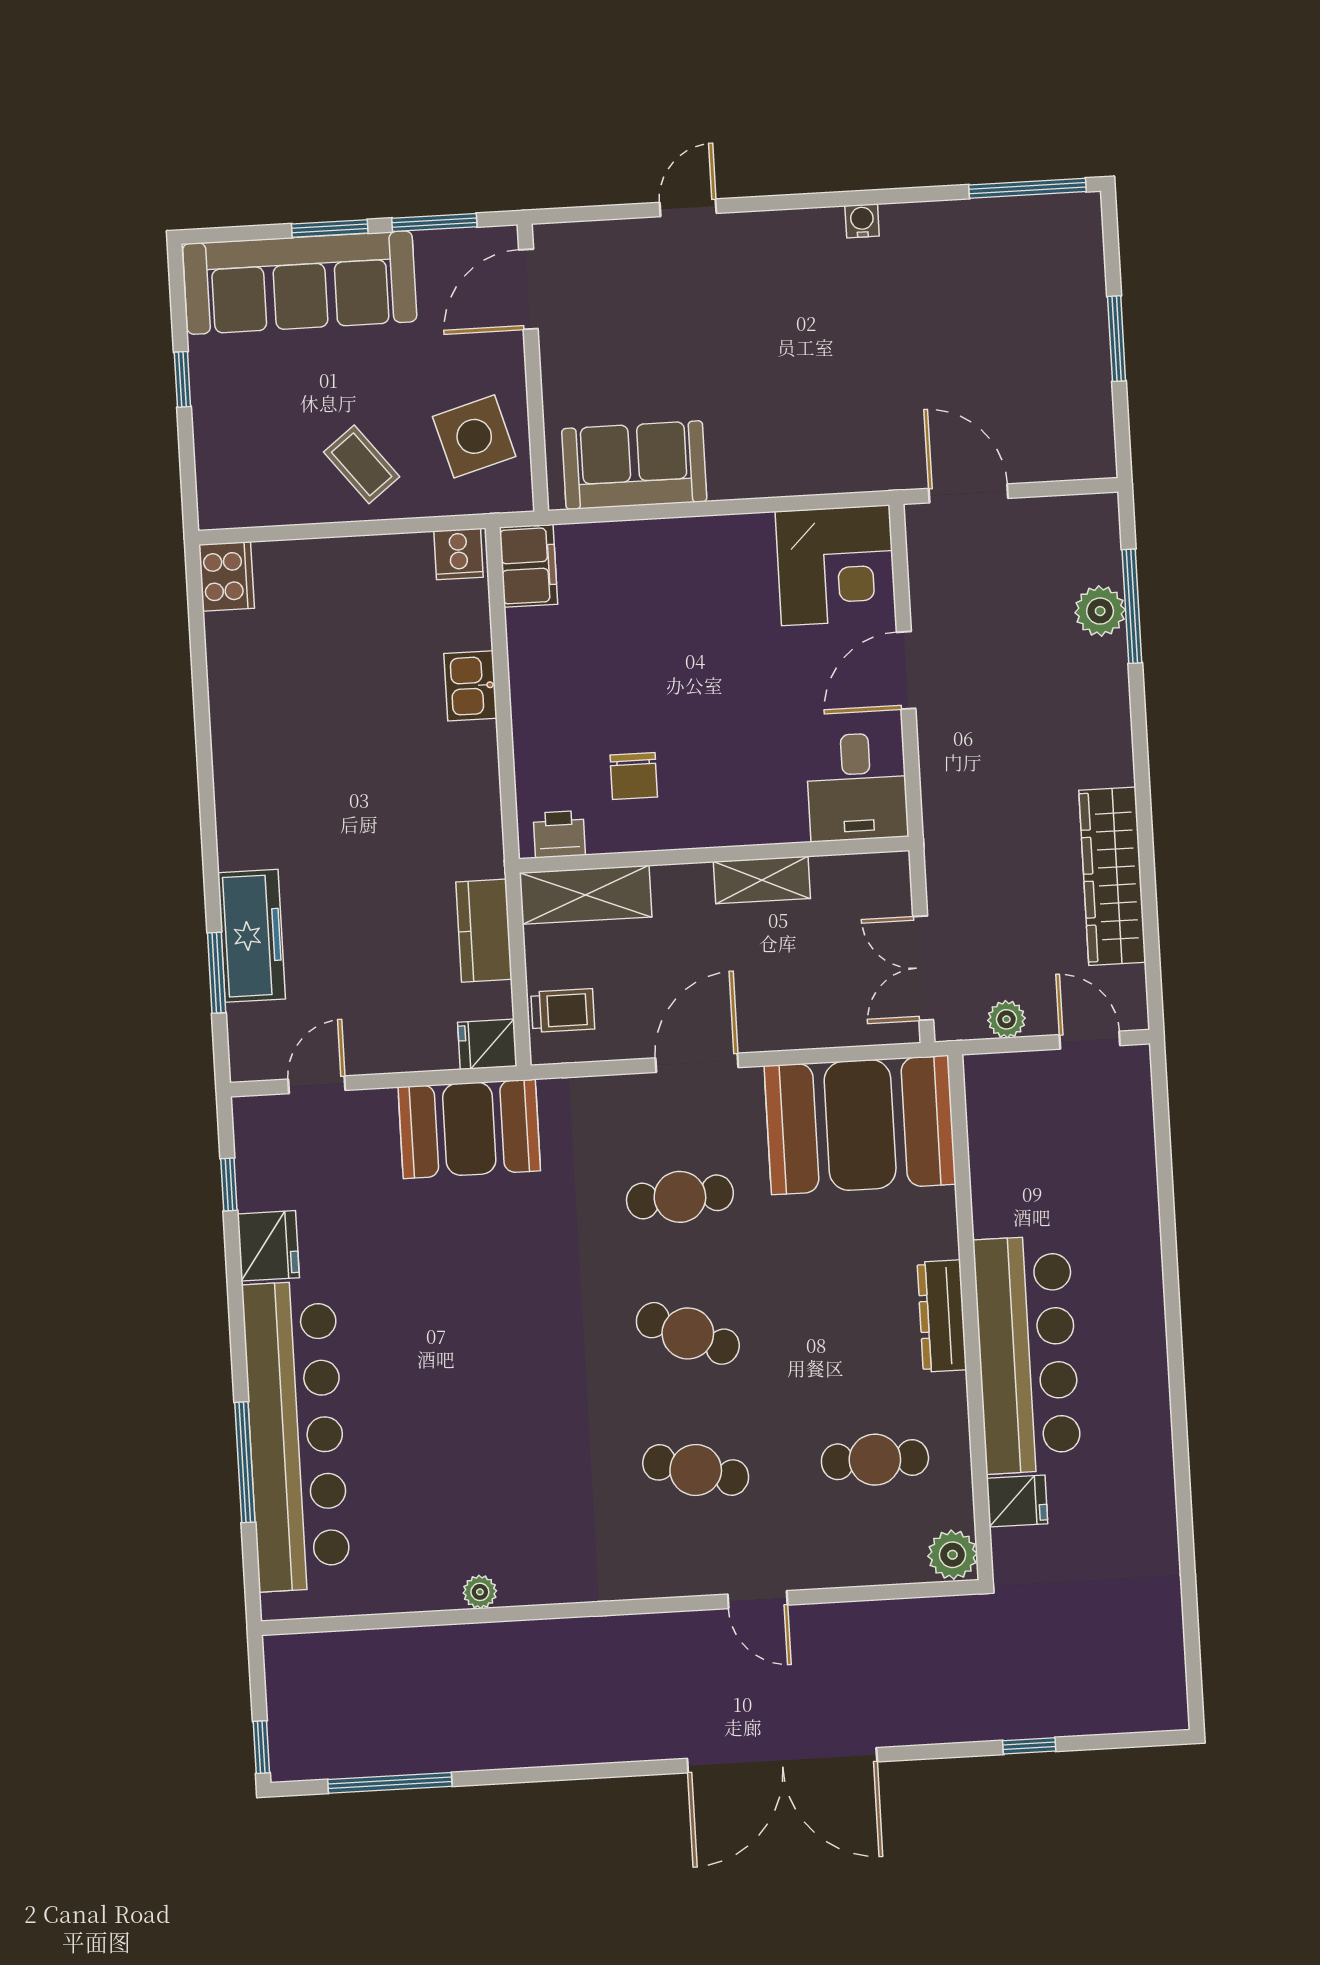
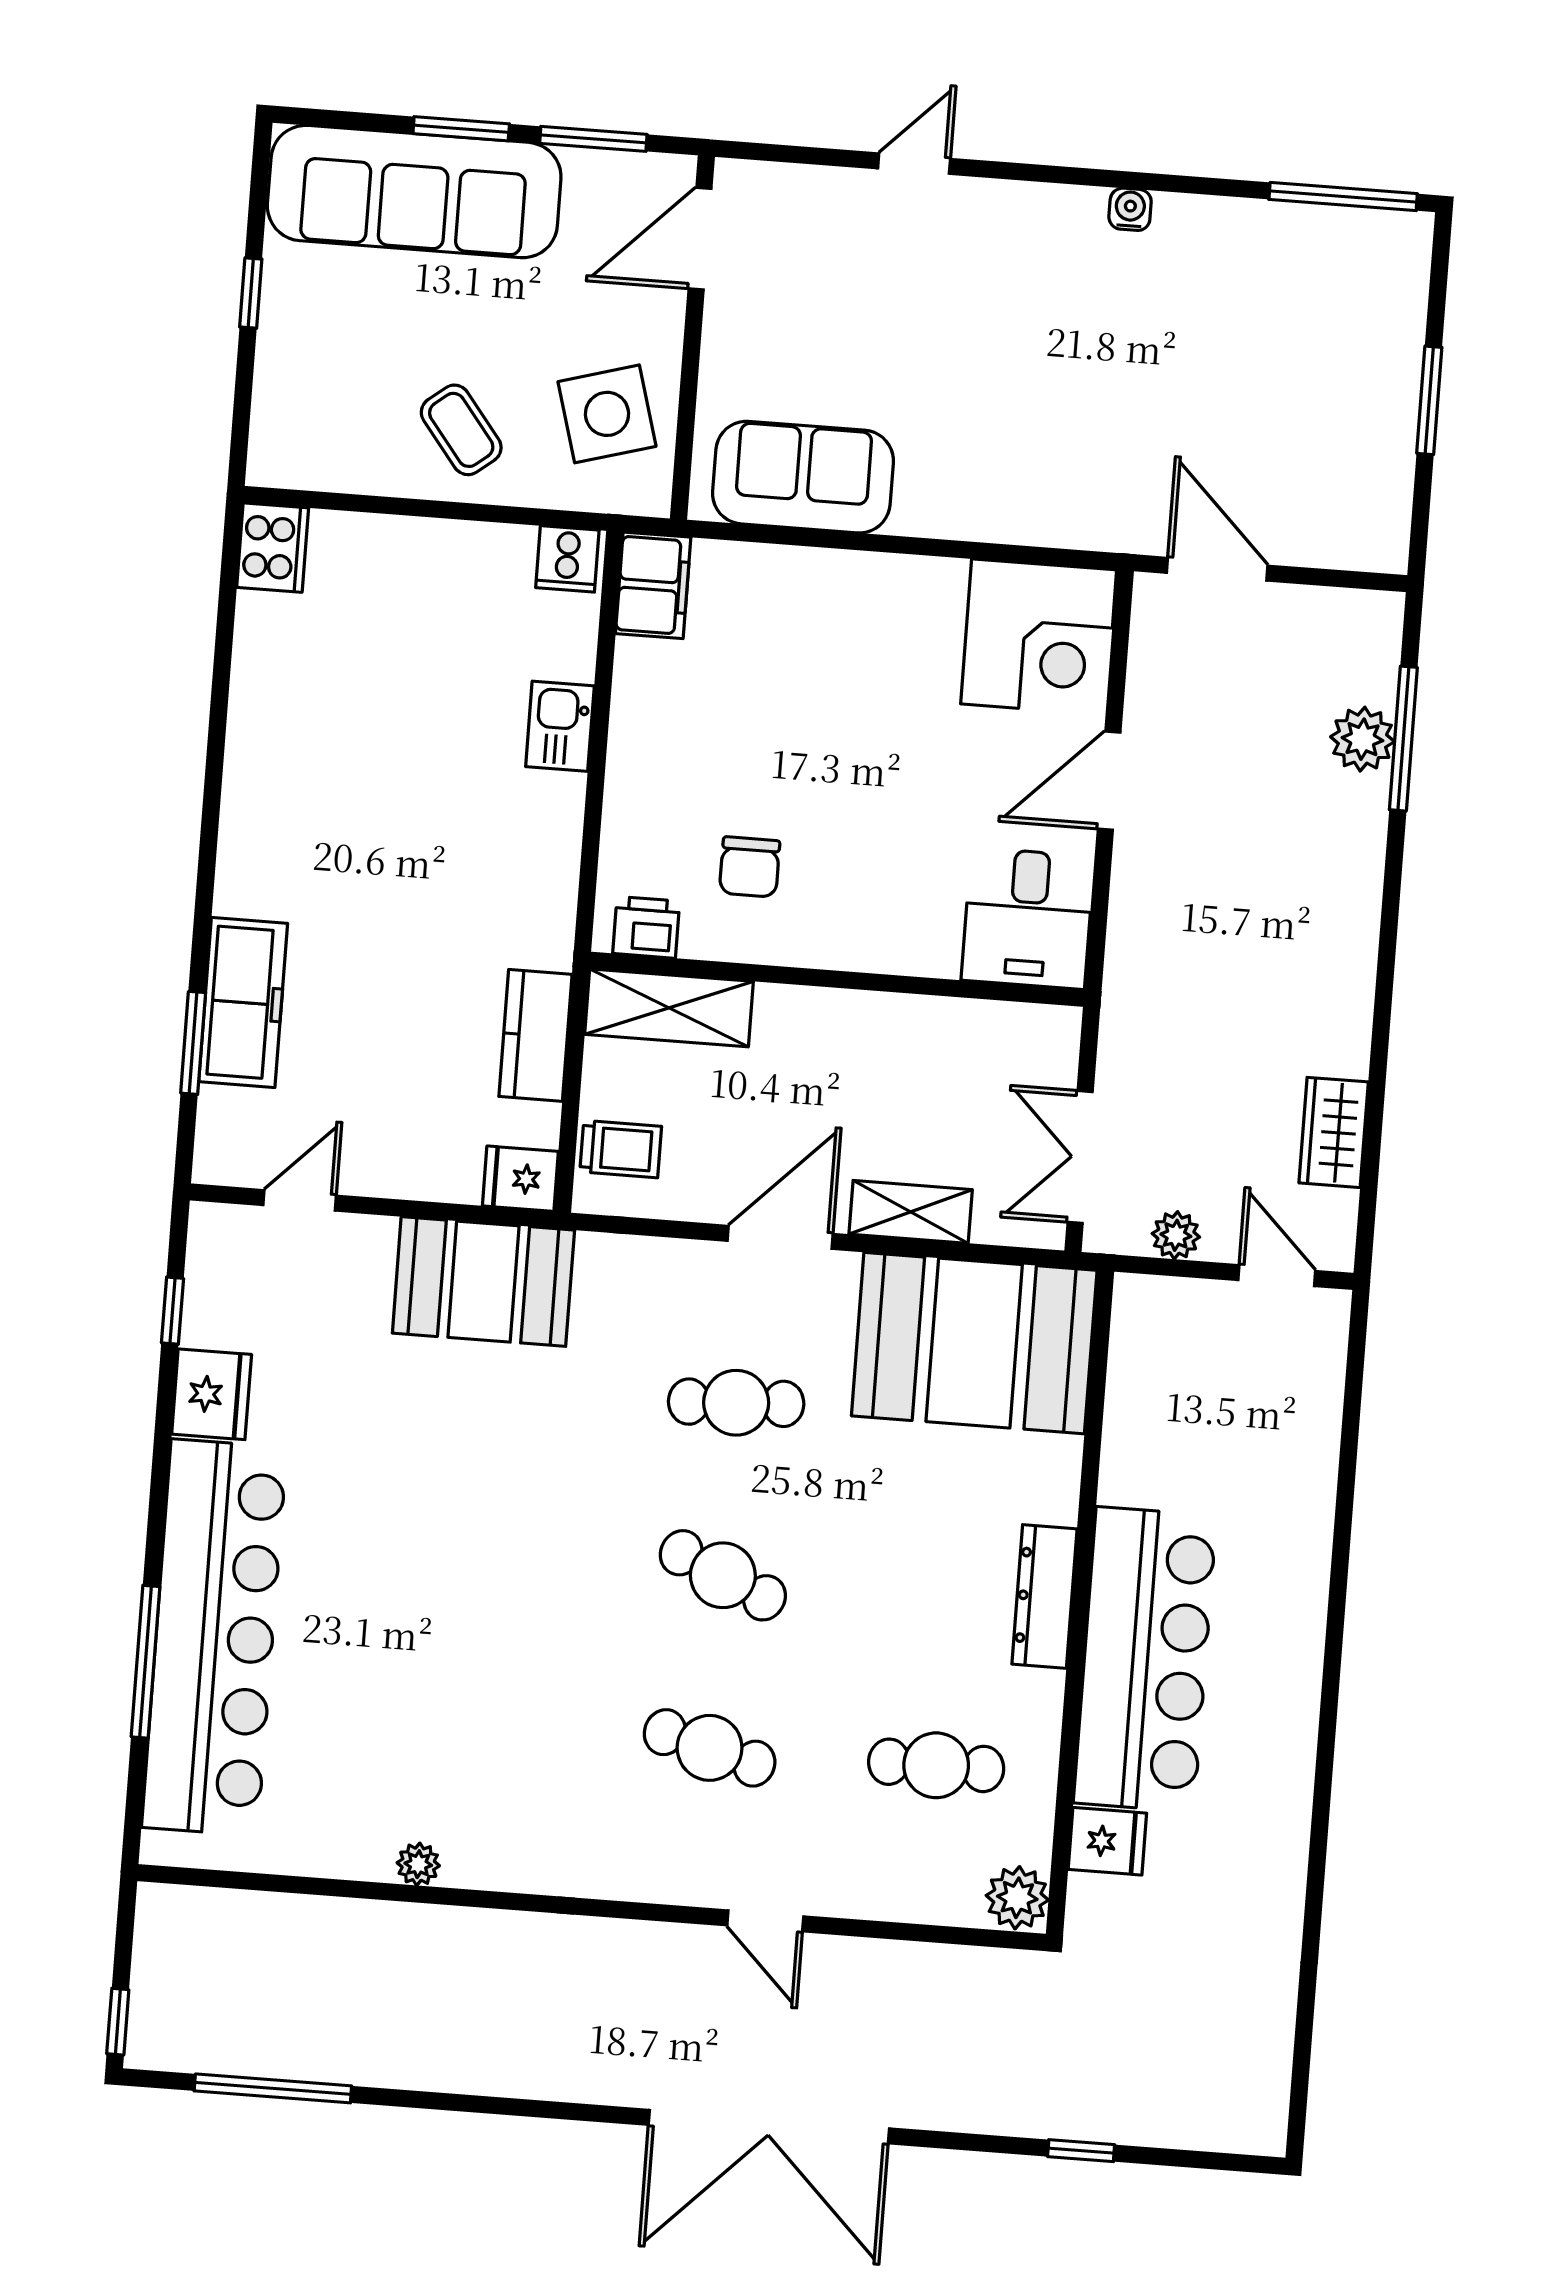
wardrobe: (1112, 876) -> (1334, 1132), width x0.48, depth x0.85
shelving: (762, 880) -> (911, 1212), moved

